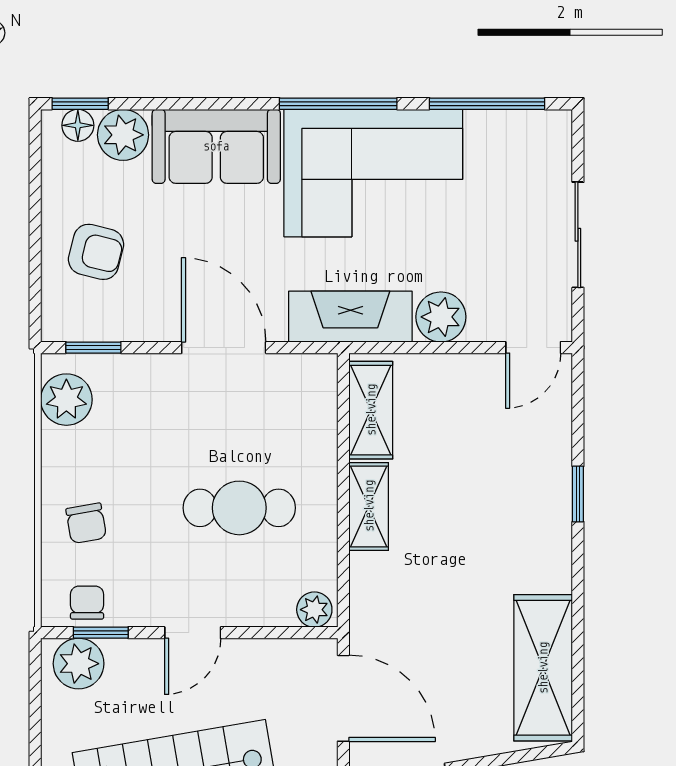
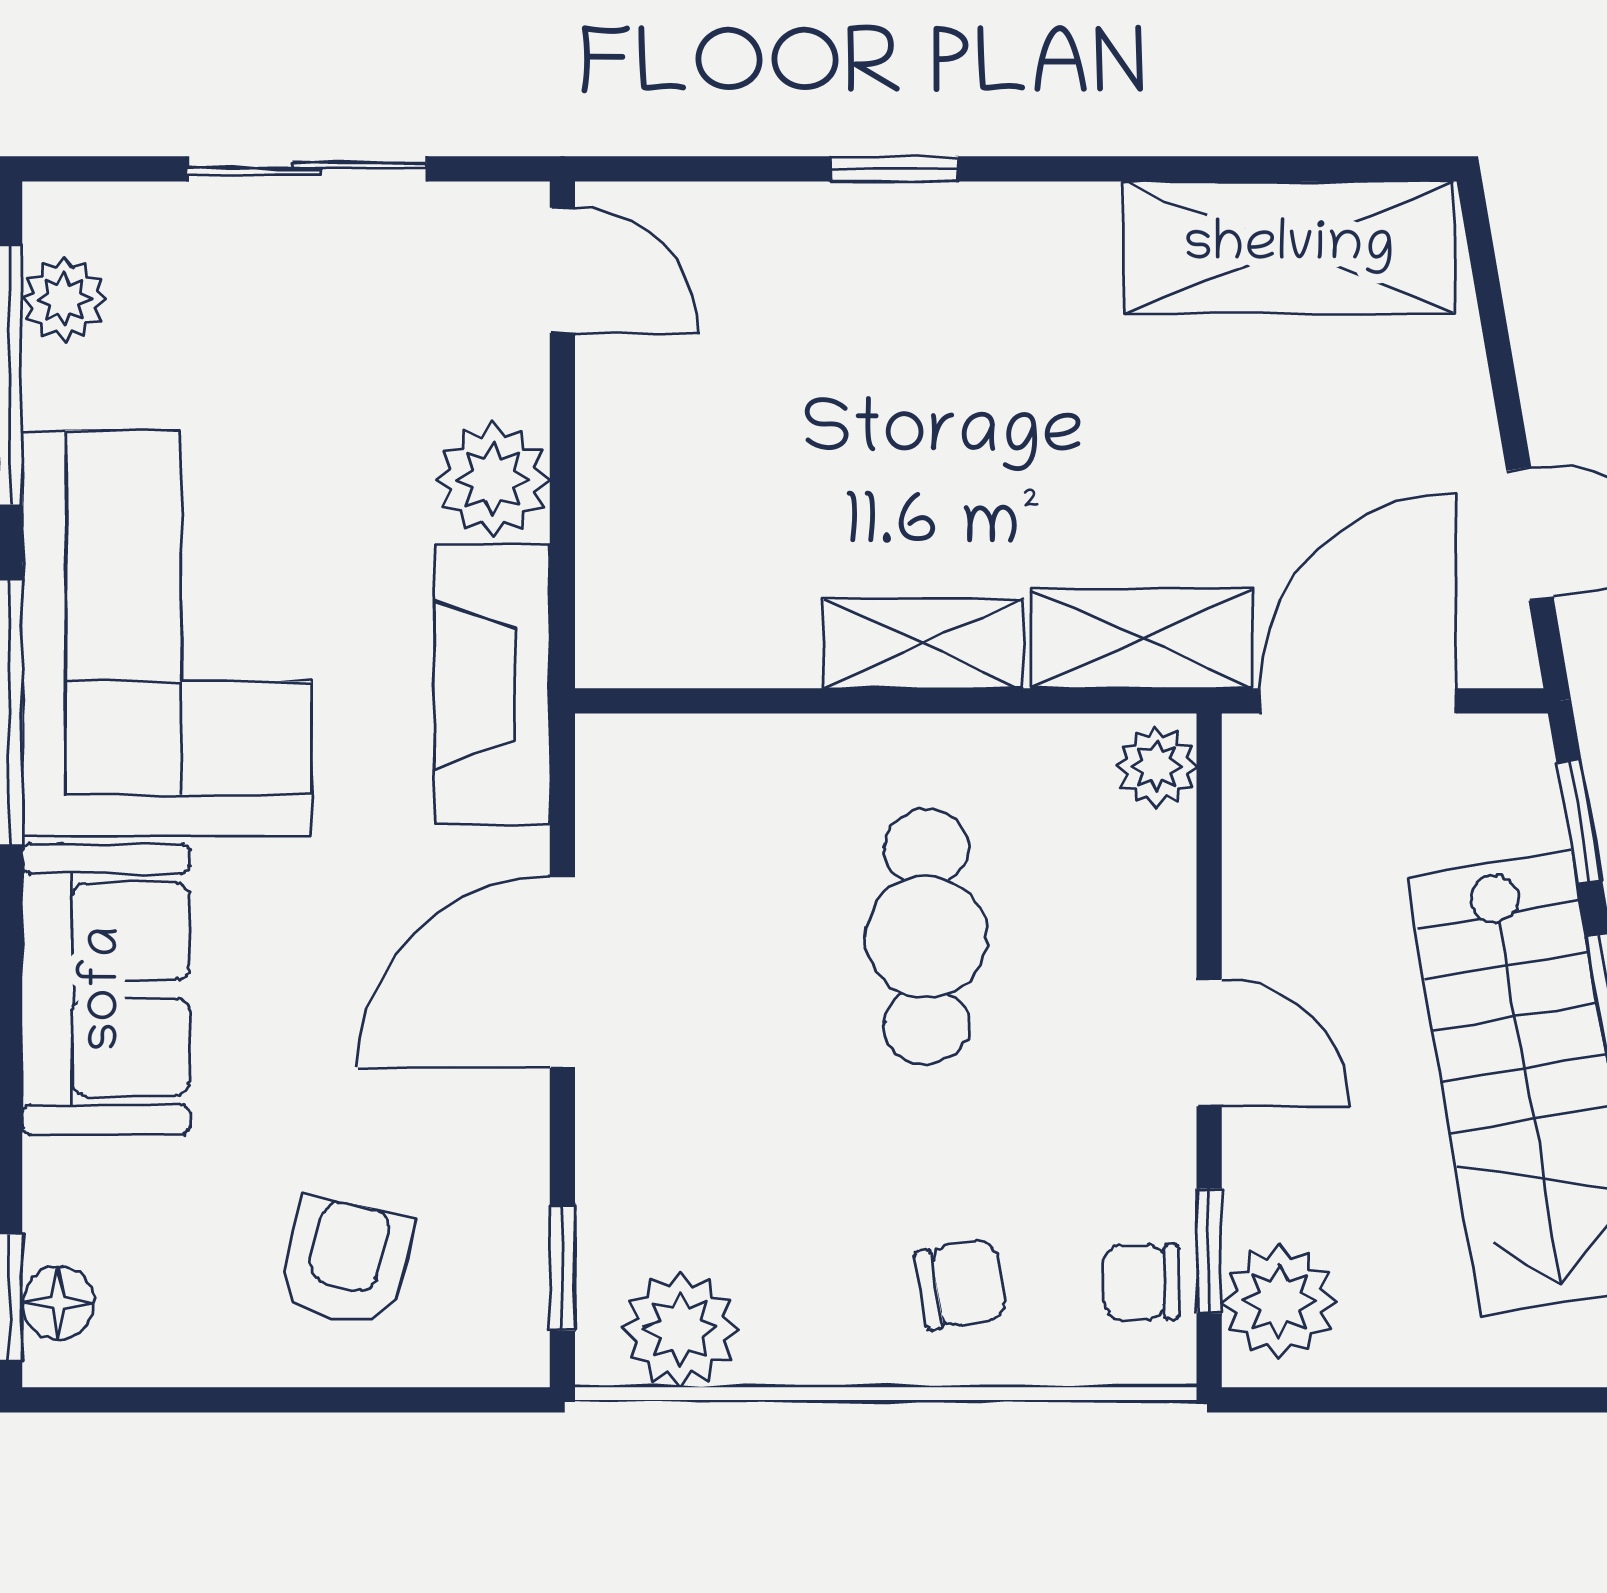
plant: (123, 135) -> (64, 300), moved, width x0.73, depth x0.73
shelving: (371, 410) -> (1141, 639), moved

